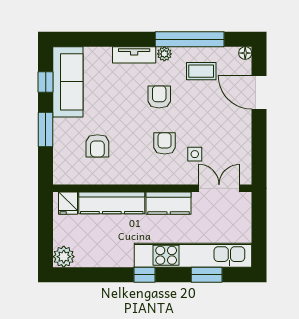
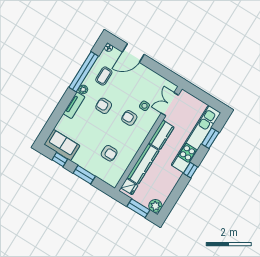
sofa: (68, 82) -> (62, 145), width x0.73
window: (46, 235) -> (138, 208), added

